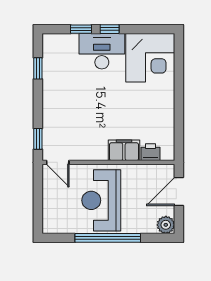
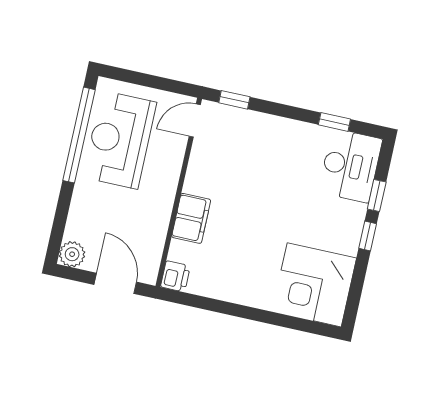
desk: (102, 51) -> (350, 166), moved
printer: (150, 152) -> (175, 276), moved
reception desk: (101, 200) -> (120, 140), moved, turned -90
window: (108, 238) -> (79, 135), moved

